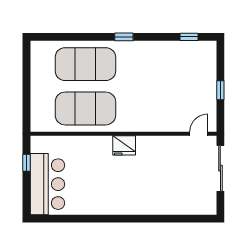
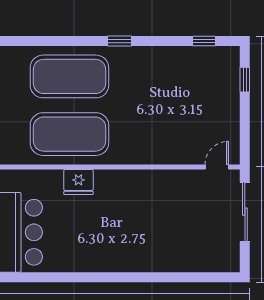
window: (220, 90) -> (245, 80), moved
fridge: (124, 145) -> (78, 182), moved

